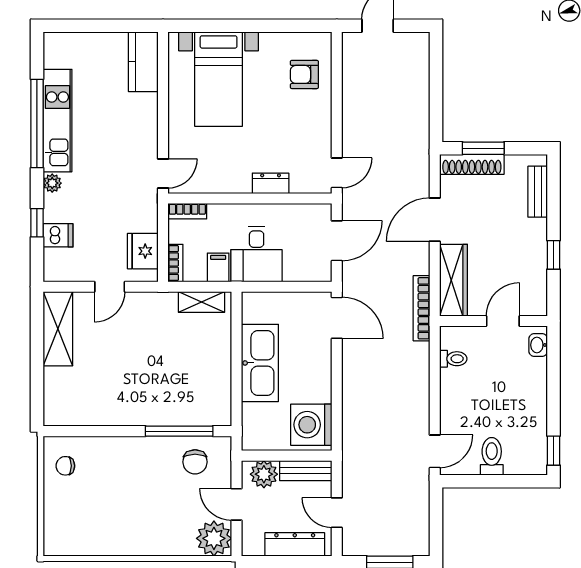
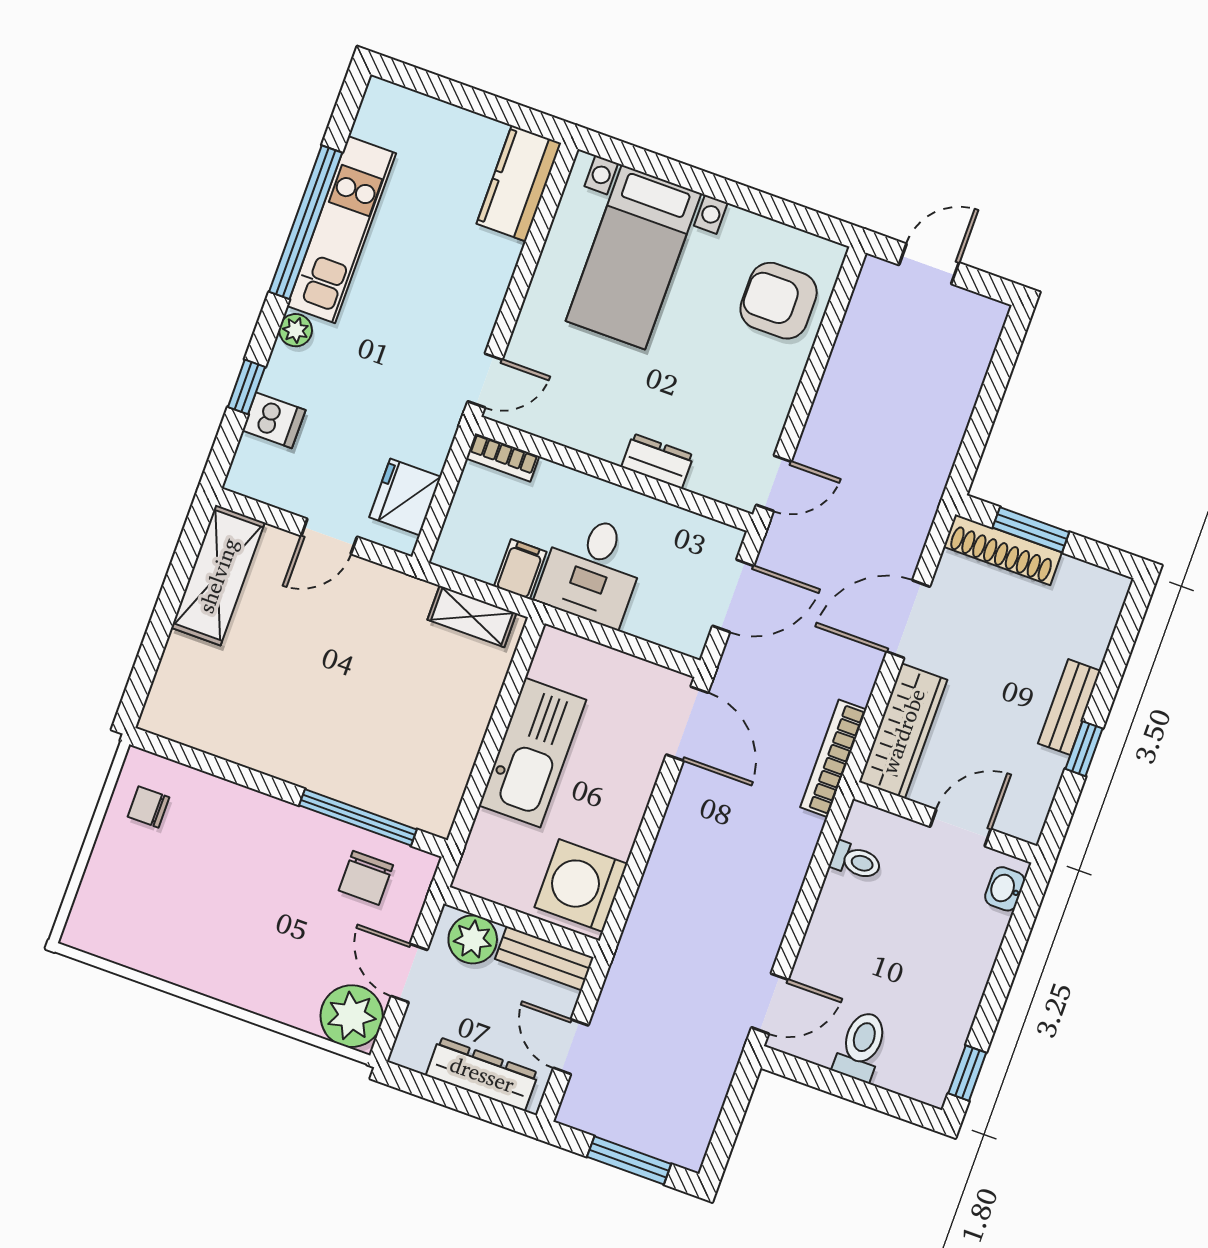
armchair: (304, 74) -> (779, 301), width x1.38, depth x1.38
bench: (538, 192) -> (1069, 707), moved
bookcase: (175, 263) -> (452, 536), removed

